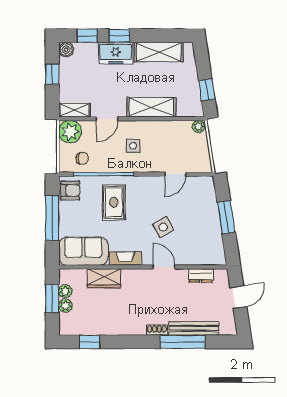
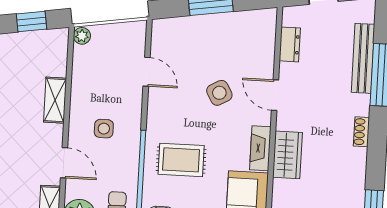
shelving: (152, 107) -> (55, 100), width x0.67, depth x0.75
door: (164, 267) -> (275, 95), hinge flipped
wardrobe: (104, 278) -> (288, 155), moved
shoe rack: (157, 330) -> (361, 132), moved

